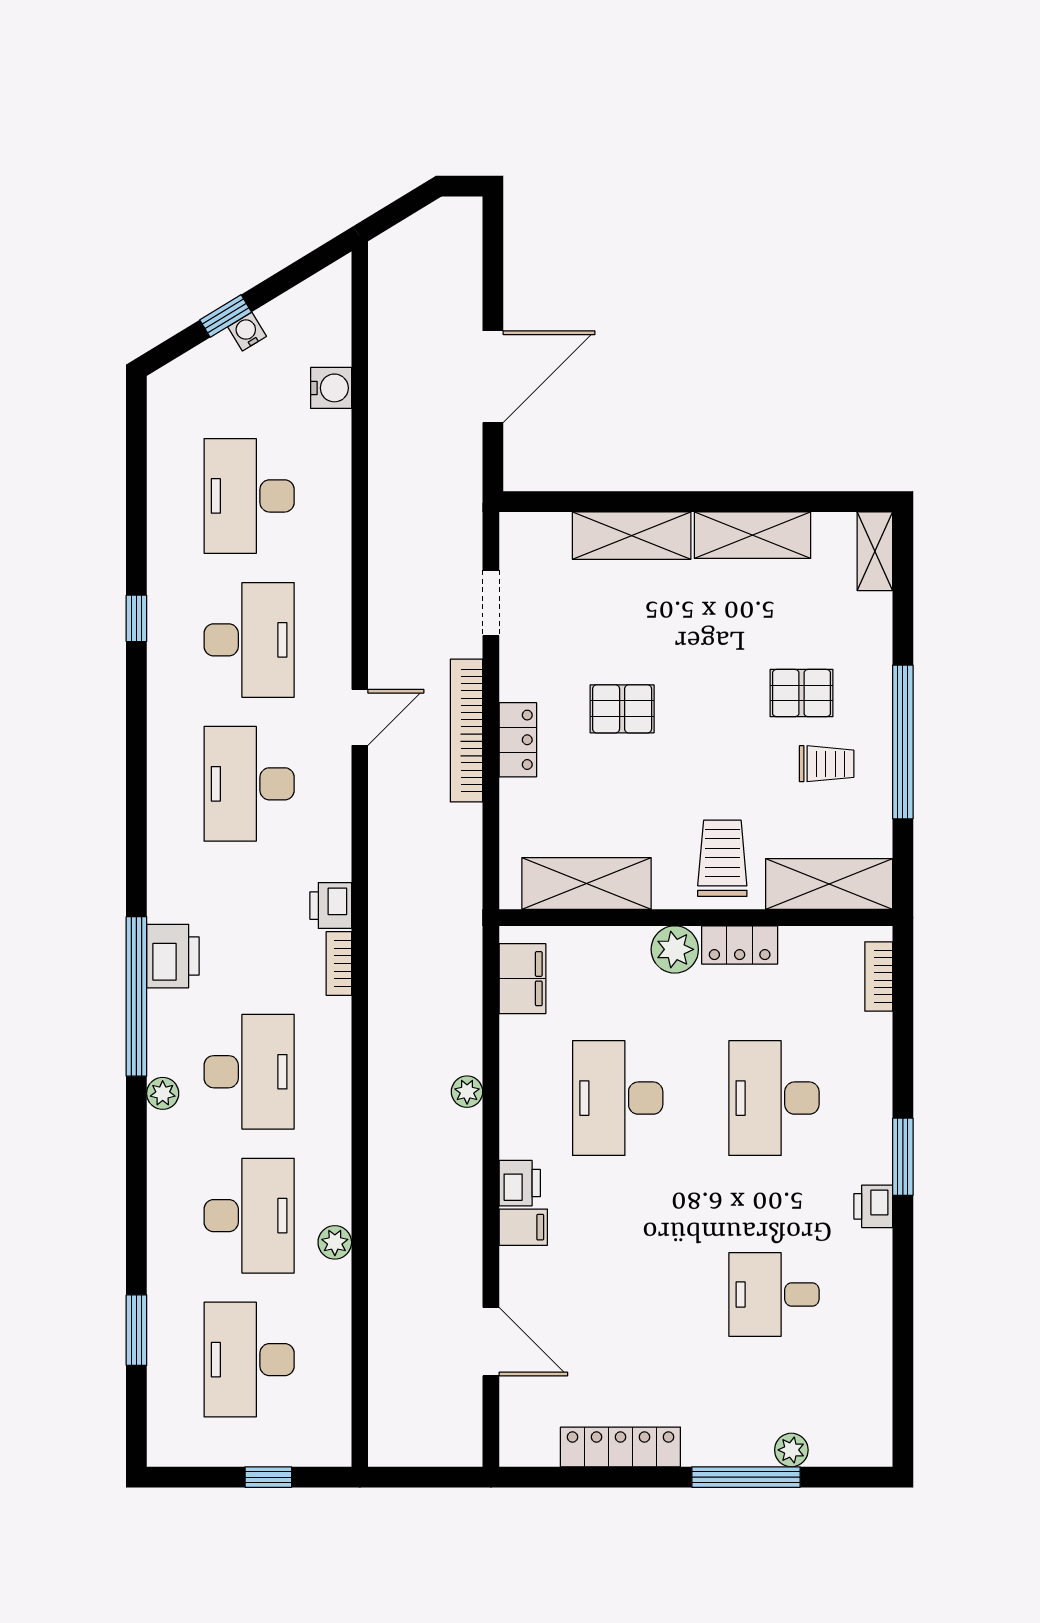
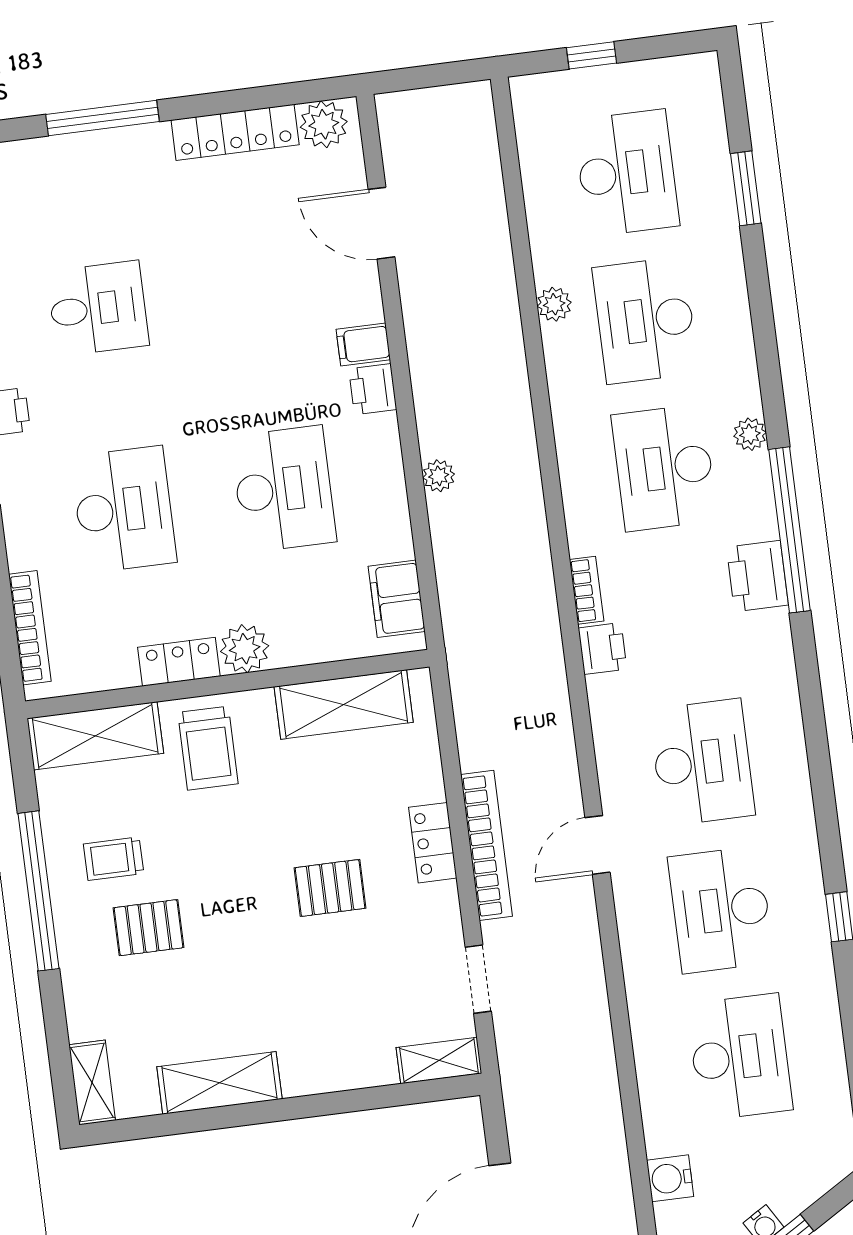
shelving: (632, 536) -> (439, 1060), moved, width x0.67, depth x0.75
bookcase: (879, 976) -> (30, 628), width x1.56
plant: (791, 1450) -> (324, 124), moved, width x1.38, depth x1.38

